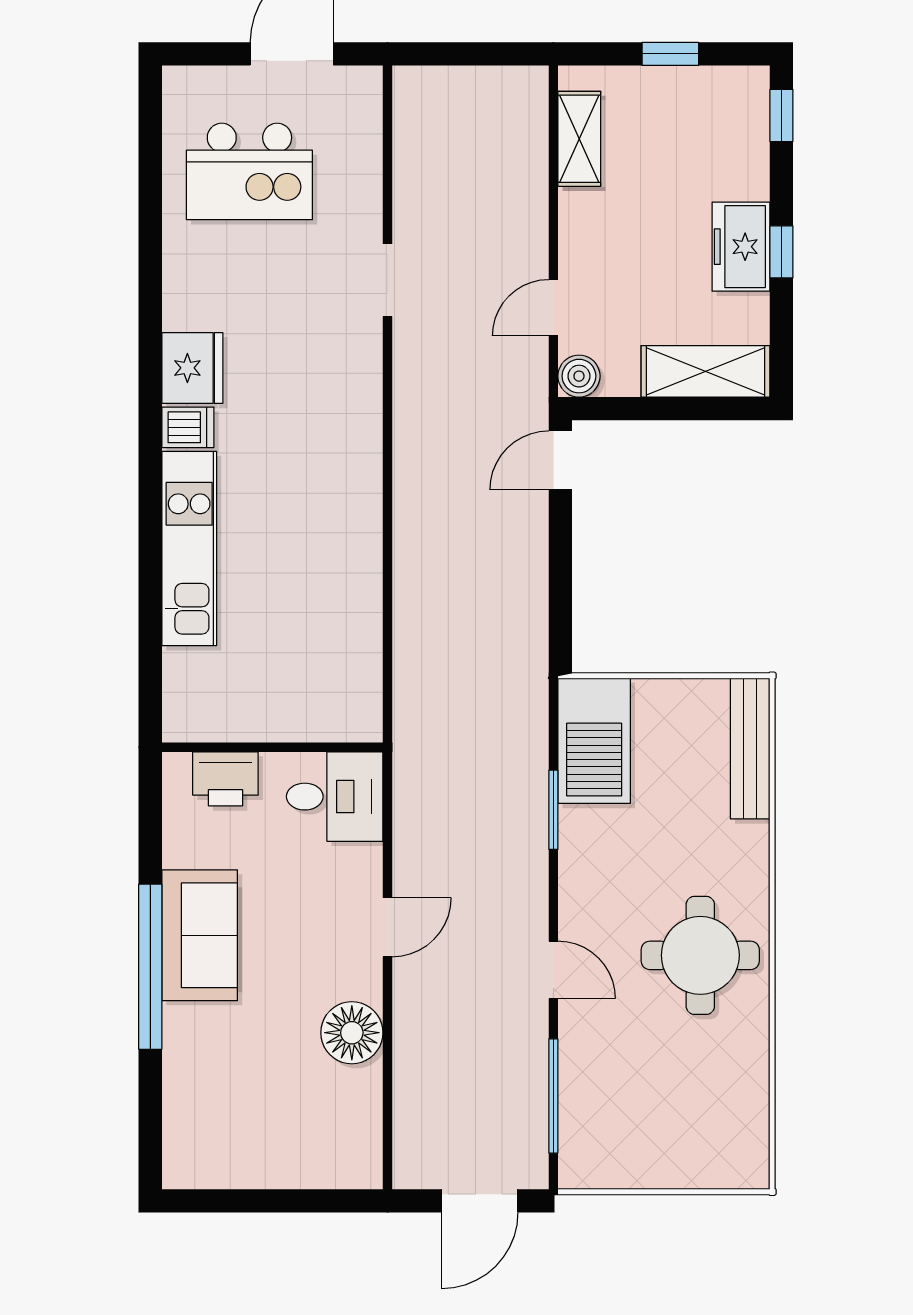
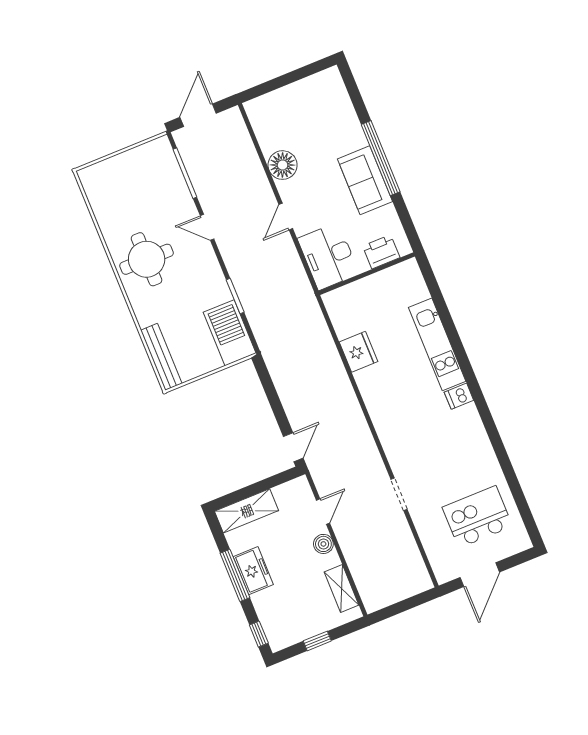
window: (781, 252) -> (235, 575), width x2.17
fridge: (192, 368) -> (358, 352), moved, turned 180
boiler: (579, 376) -> (323, 544), moved
desk: (335, 797) -> (328, 256), width x1.37

